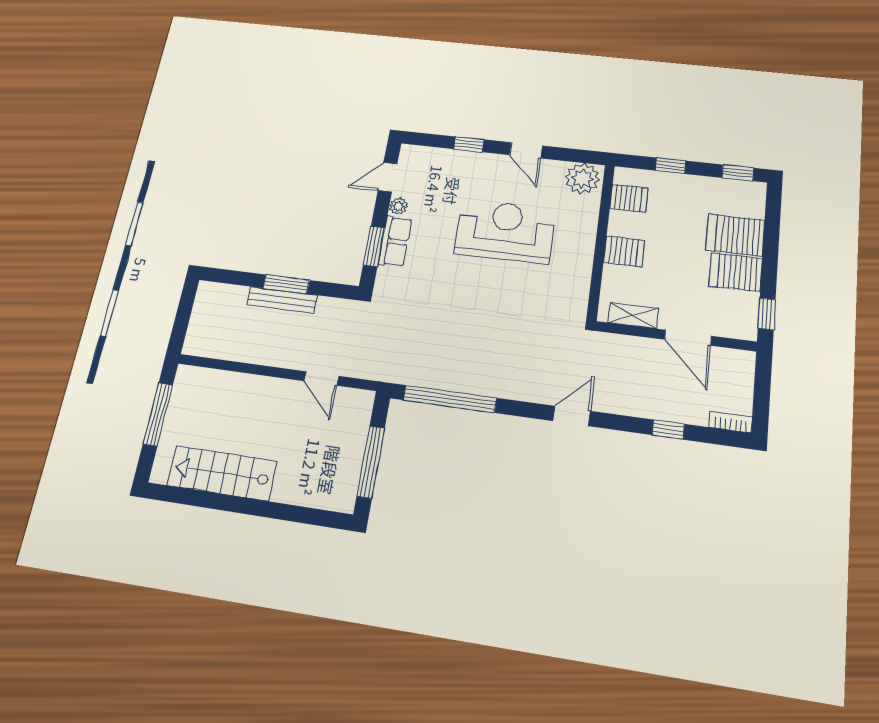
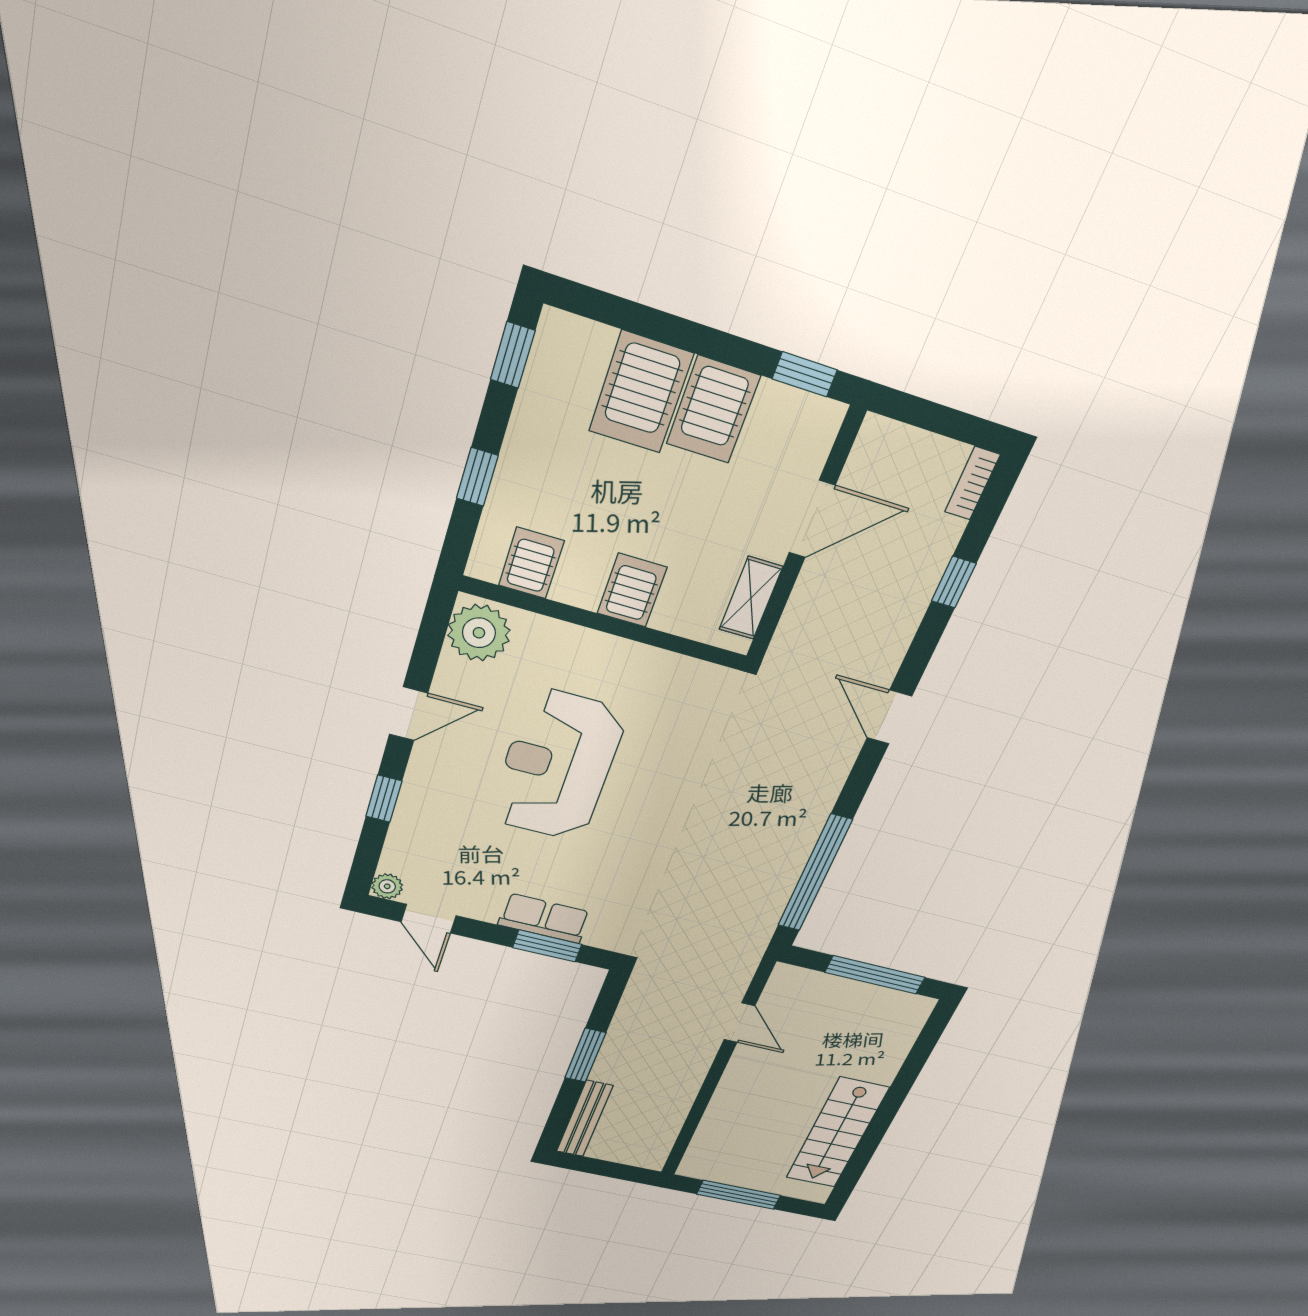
plant: (398, 206) -> (387, 886), moved
bench: (282, 300) -> (585, 1119), moved
door: (321, 379) -> (739, 1023), hinge flipped

